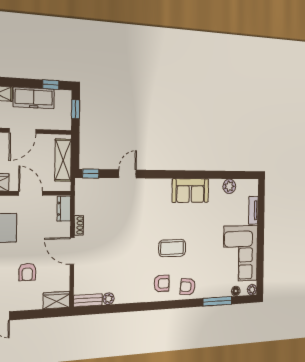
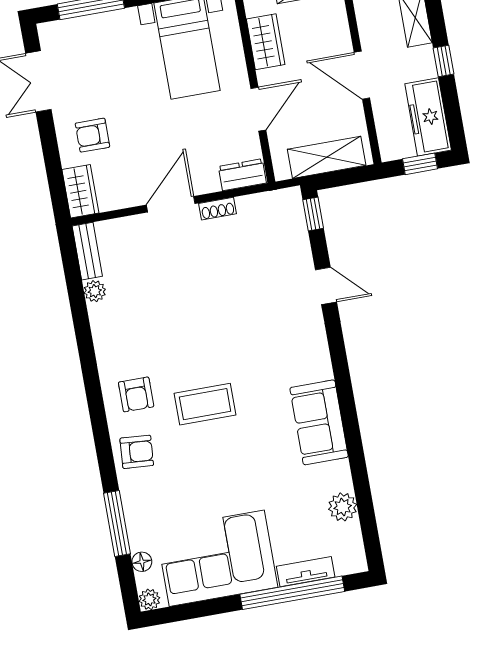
window: (51, 85) -> (444, 61), moved
freezer: (34, 98) -> (428, 117), moved
window: (261, 219) -> (292, 593), added
coffee table: (172, 248) -> (205, 404), turned 90
armchair: (27, 272) -> (92, 135), moved
armchair: (188, 287) -> (137, 452), turned 88

